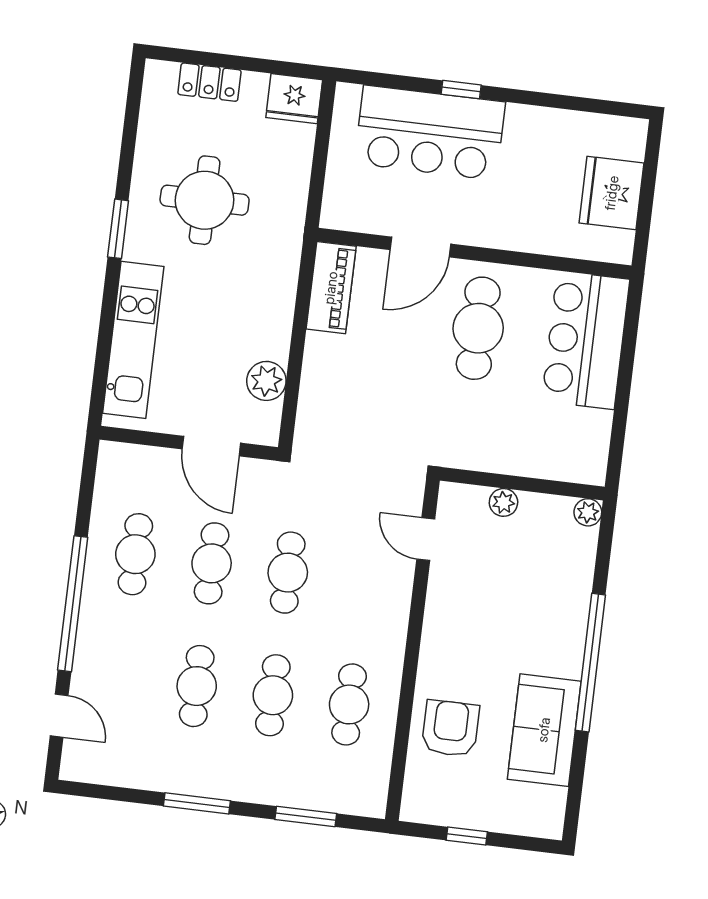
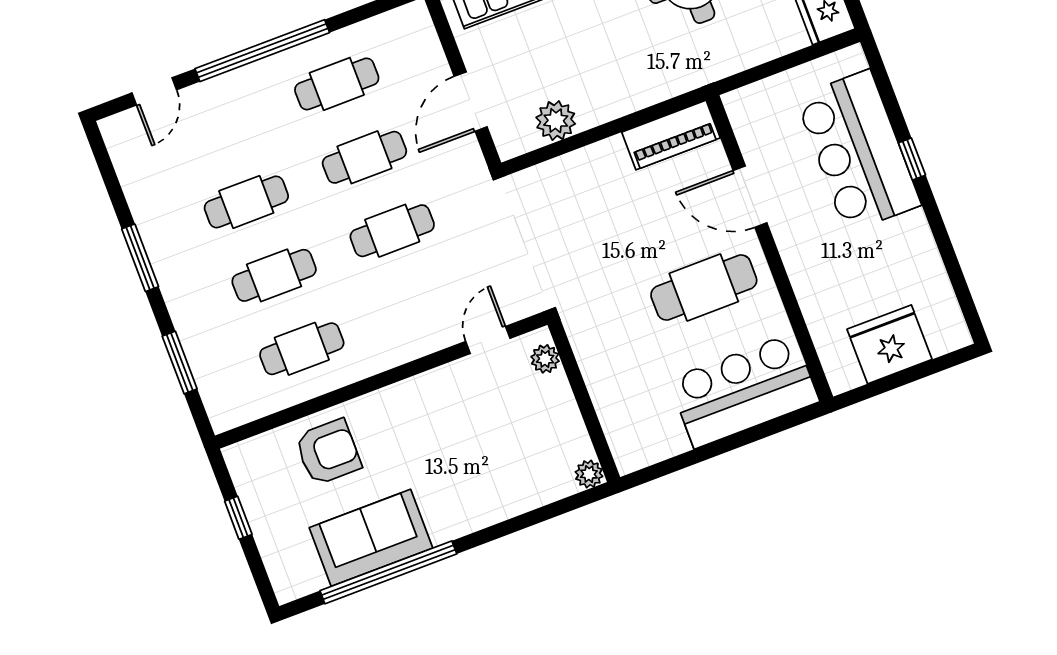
plant: (503, 502) -> (545, 359), moved
window: (590, 663) -> (388, 572), moved

